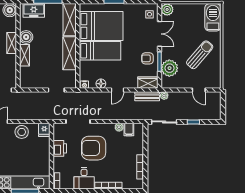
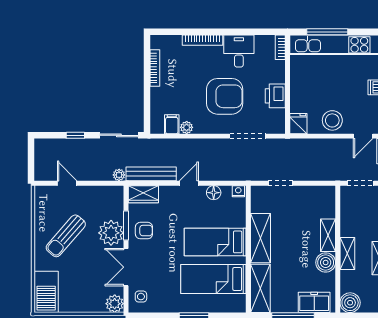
bed: (101, 26) -> (213, 279), width x0.67
plant: (169, 68) -> (111, 233), moved
bench: (147, 96) -> (151, 174), width x1.36

